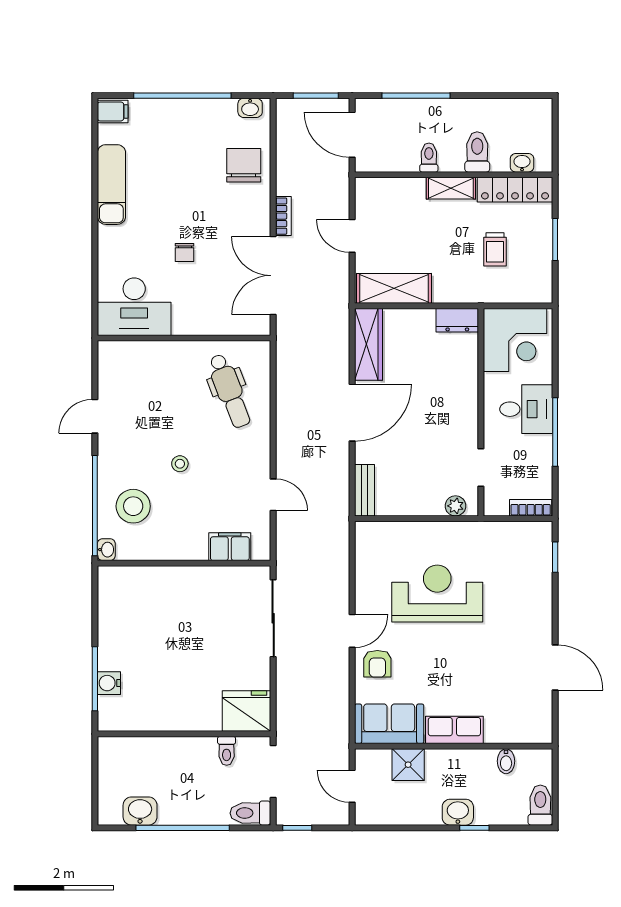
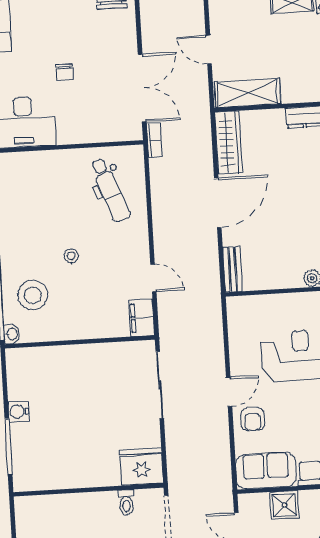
bookcase: (283, 216) -> (154, 140), moved
double door: (273, 276) -> (142, 88), swing flipped
filing cabinet: (230, 547) -> (141, 318), moved, turned -90
water cooler: (109, 683) -> (19, 412), moved

